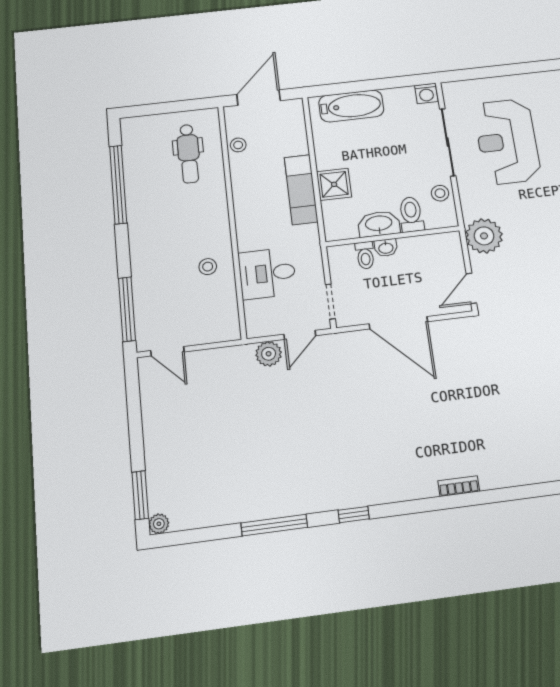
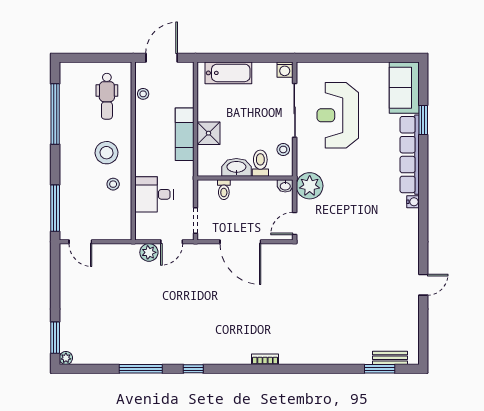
stool: (195, 226) -> (107, 153), added
washbasin: (386, 248) -> (285, 186), moved

